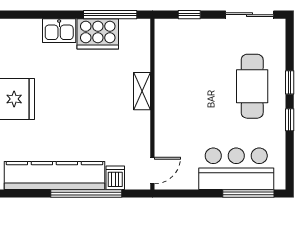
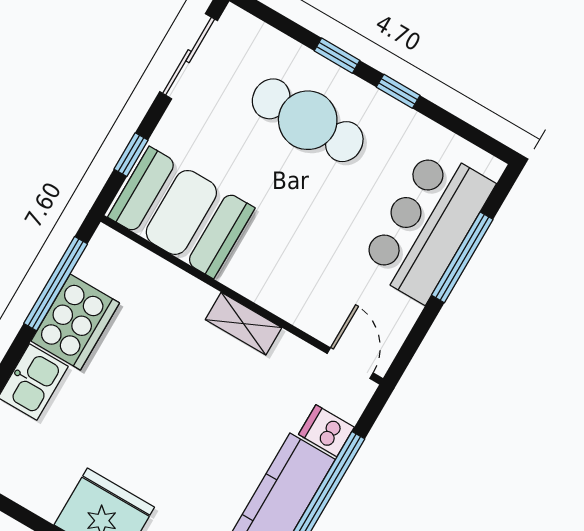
booth: (176, 53) -> (181, 212), added
shelving: (142, 91) -> (244, 324), moved
window: (248, 193) -> (462, 257), moved

